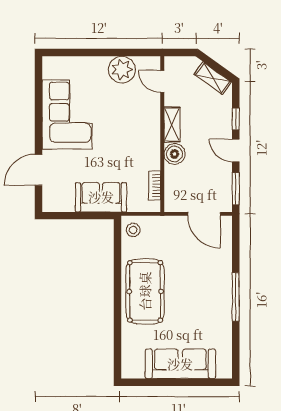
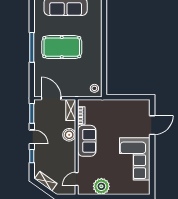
door: (162, 81) -> (77, 179), swing flipped
shelving: (172, 125) -> (71, 110), moved
sofa: (101, 197) -> (87, 141), moved, turned -90
pool table: (145, 291) -> (62, 47), moved, turned 90

